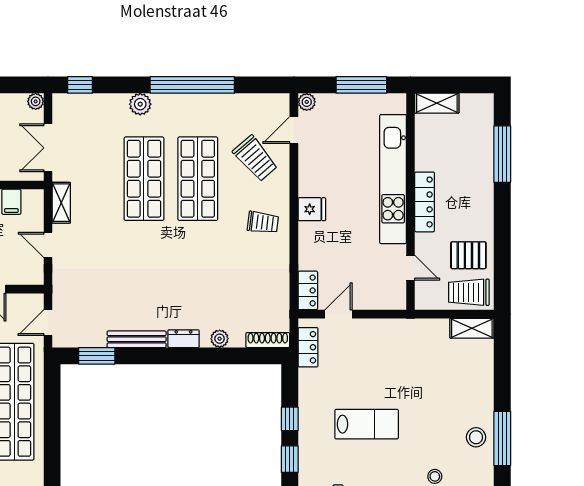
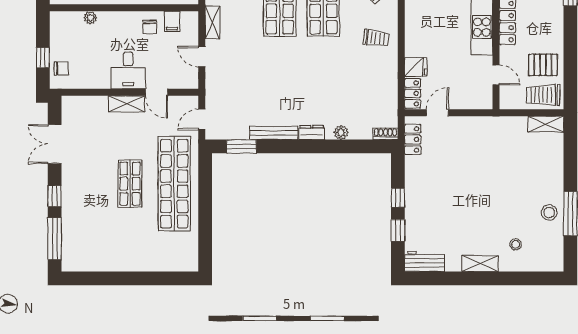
fridge: (312, 209) -> (416, 67), moved
shoe rack: (268, 340) -> (385, 134), width x0.70
lab bench: (367, 424) -> (460, 202), removed

